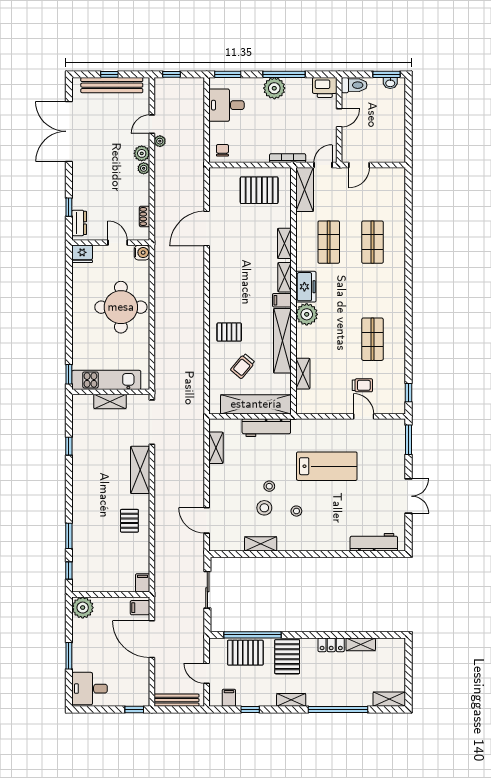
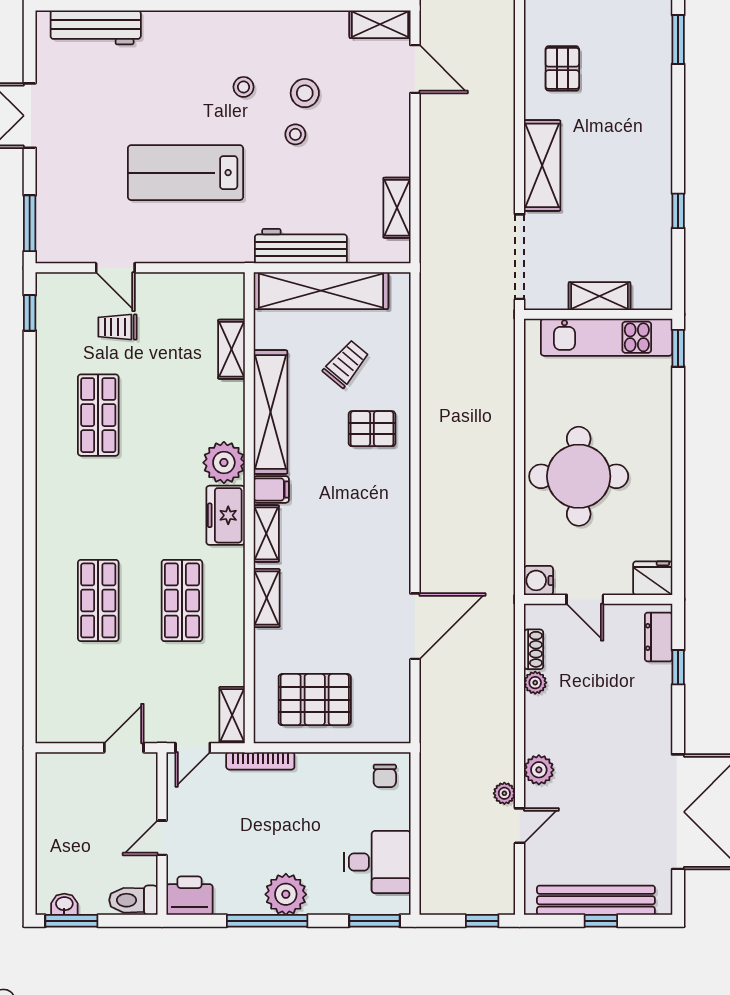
plant: (144, 168) -> (535, 683), moved
shelving: (305, 189) -> (232, 715), width x0.67, depth x0.75
shelving: (261, 544) -> (380, 24), moved

